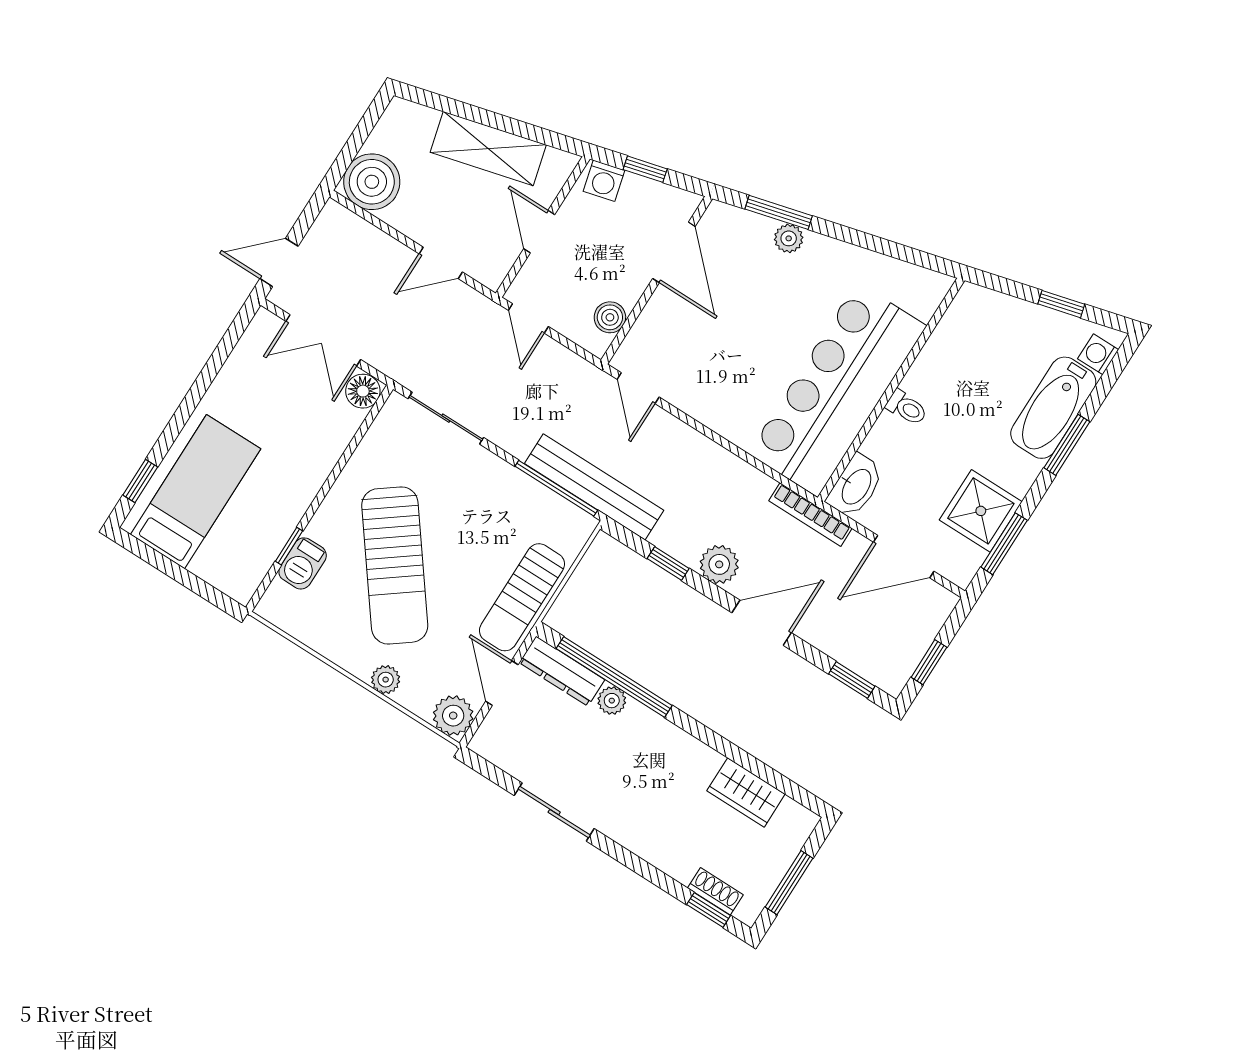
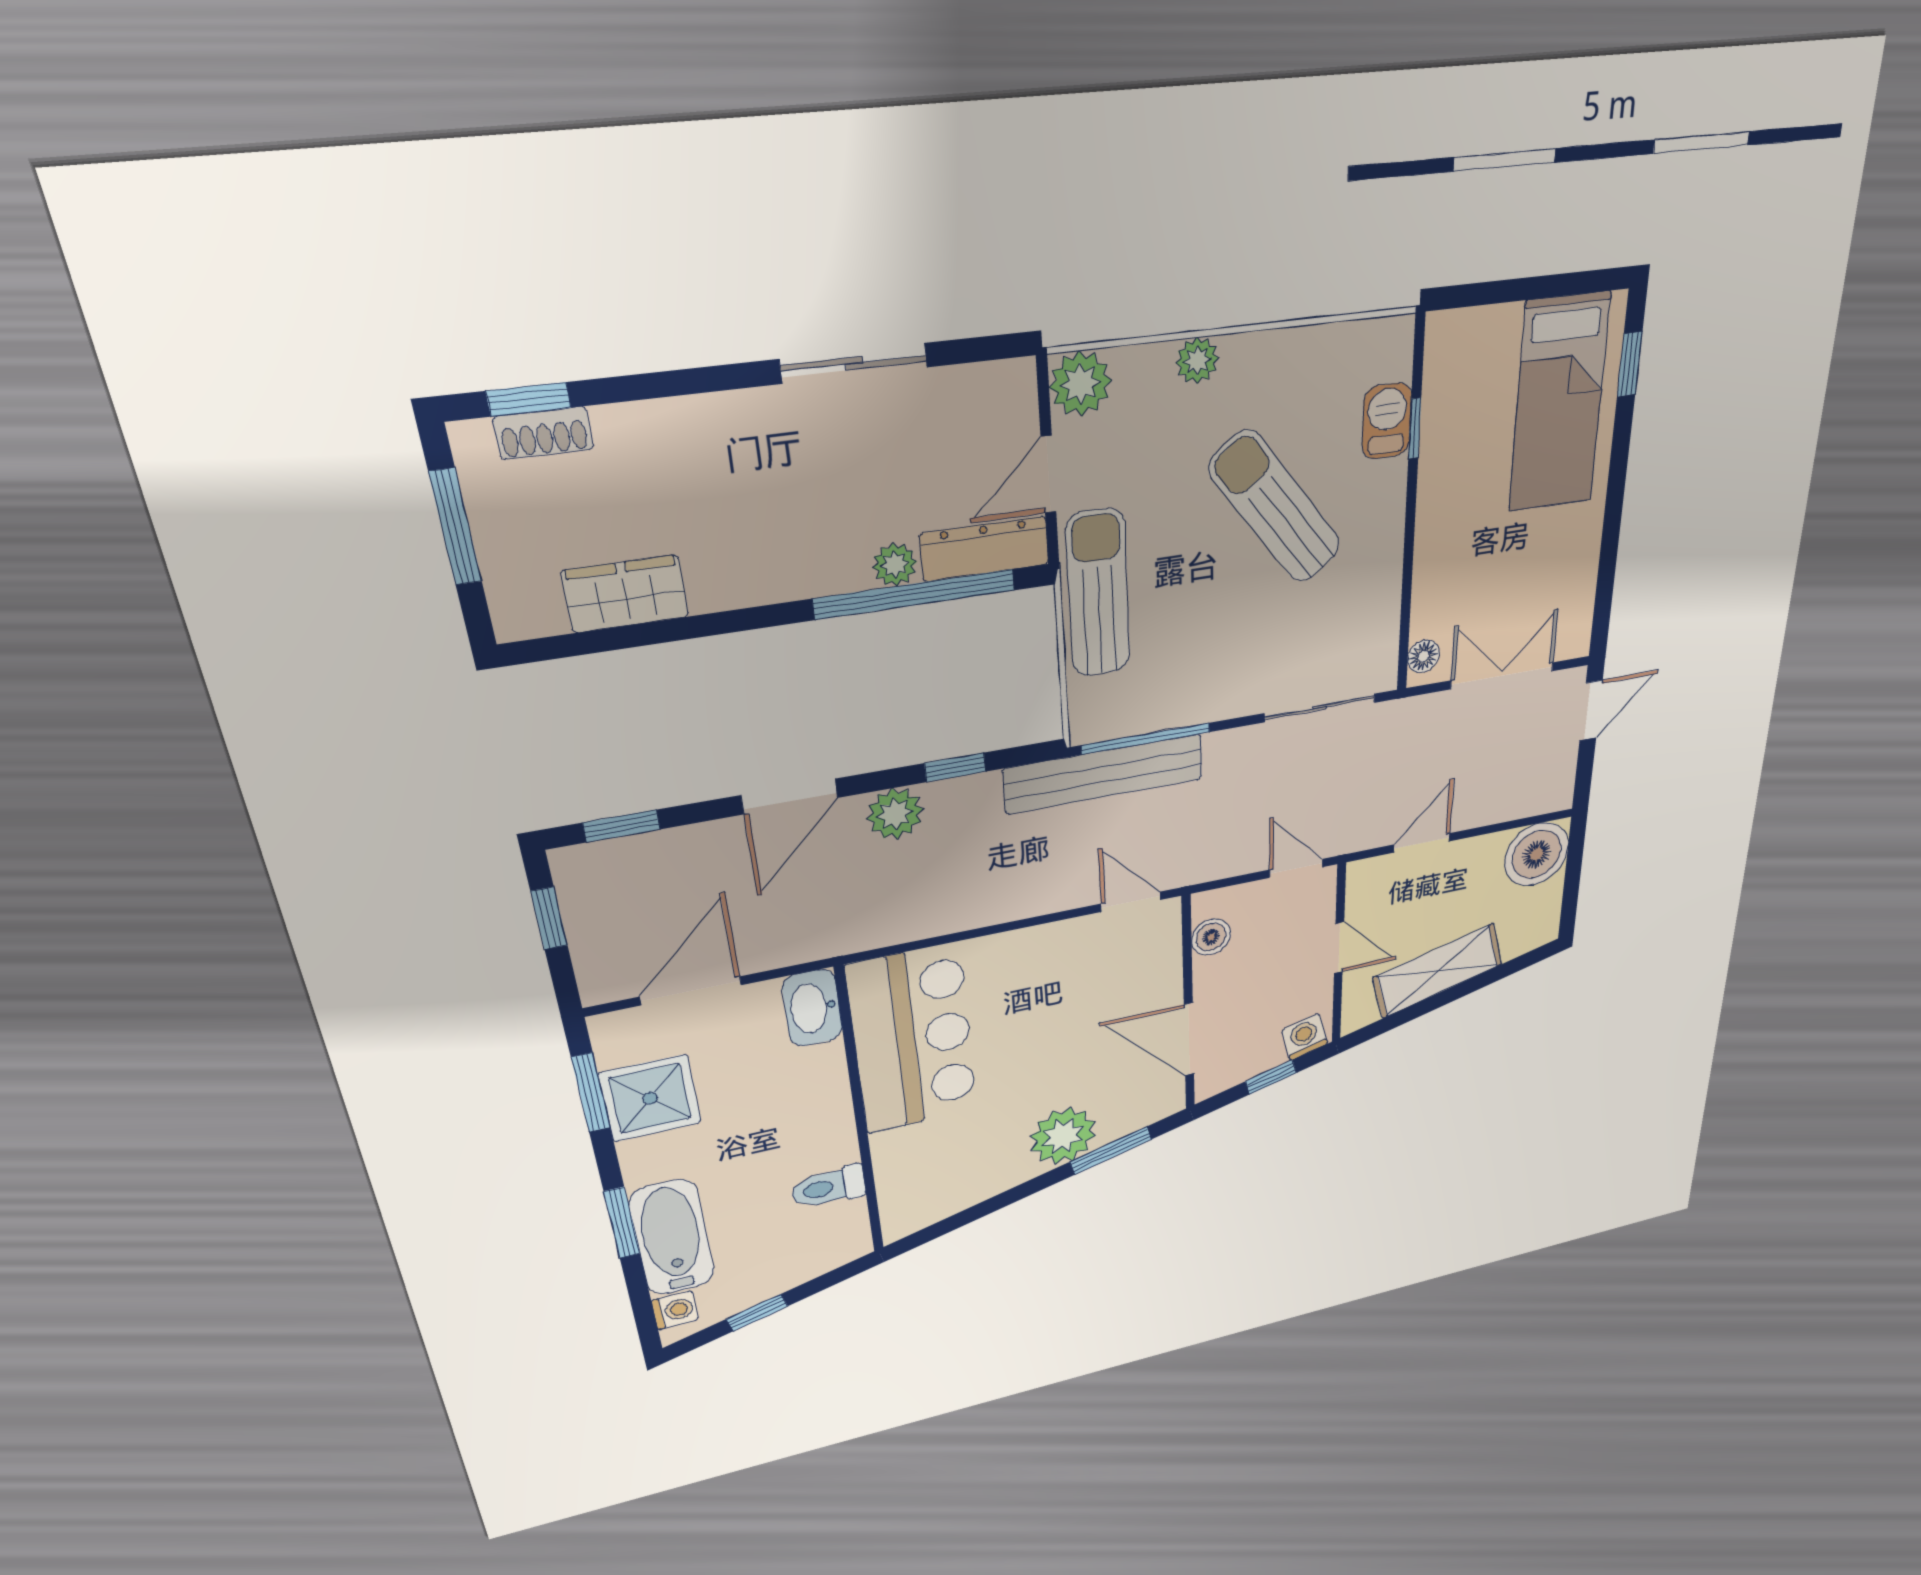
plant: (789, 238) -> (1063, 1136), width x1.88, depth x1.88
bar counter: (837, 390) -> (913, 1039), width x0.73
floor lamp: (363, 391) -> (1423, 656), width x0.73, depth x0.73
toilet: (907, 408) -> (828, 1187), moved, width x1.37, depth x1.39
bookcase: (810, 515) -> (837, 943), removed
sun lounger: (395, 565) -> (1275, 507), width x0.73, depth x0.75
door: (502, 683) -> (1048, 474), swing flipped

